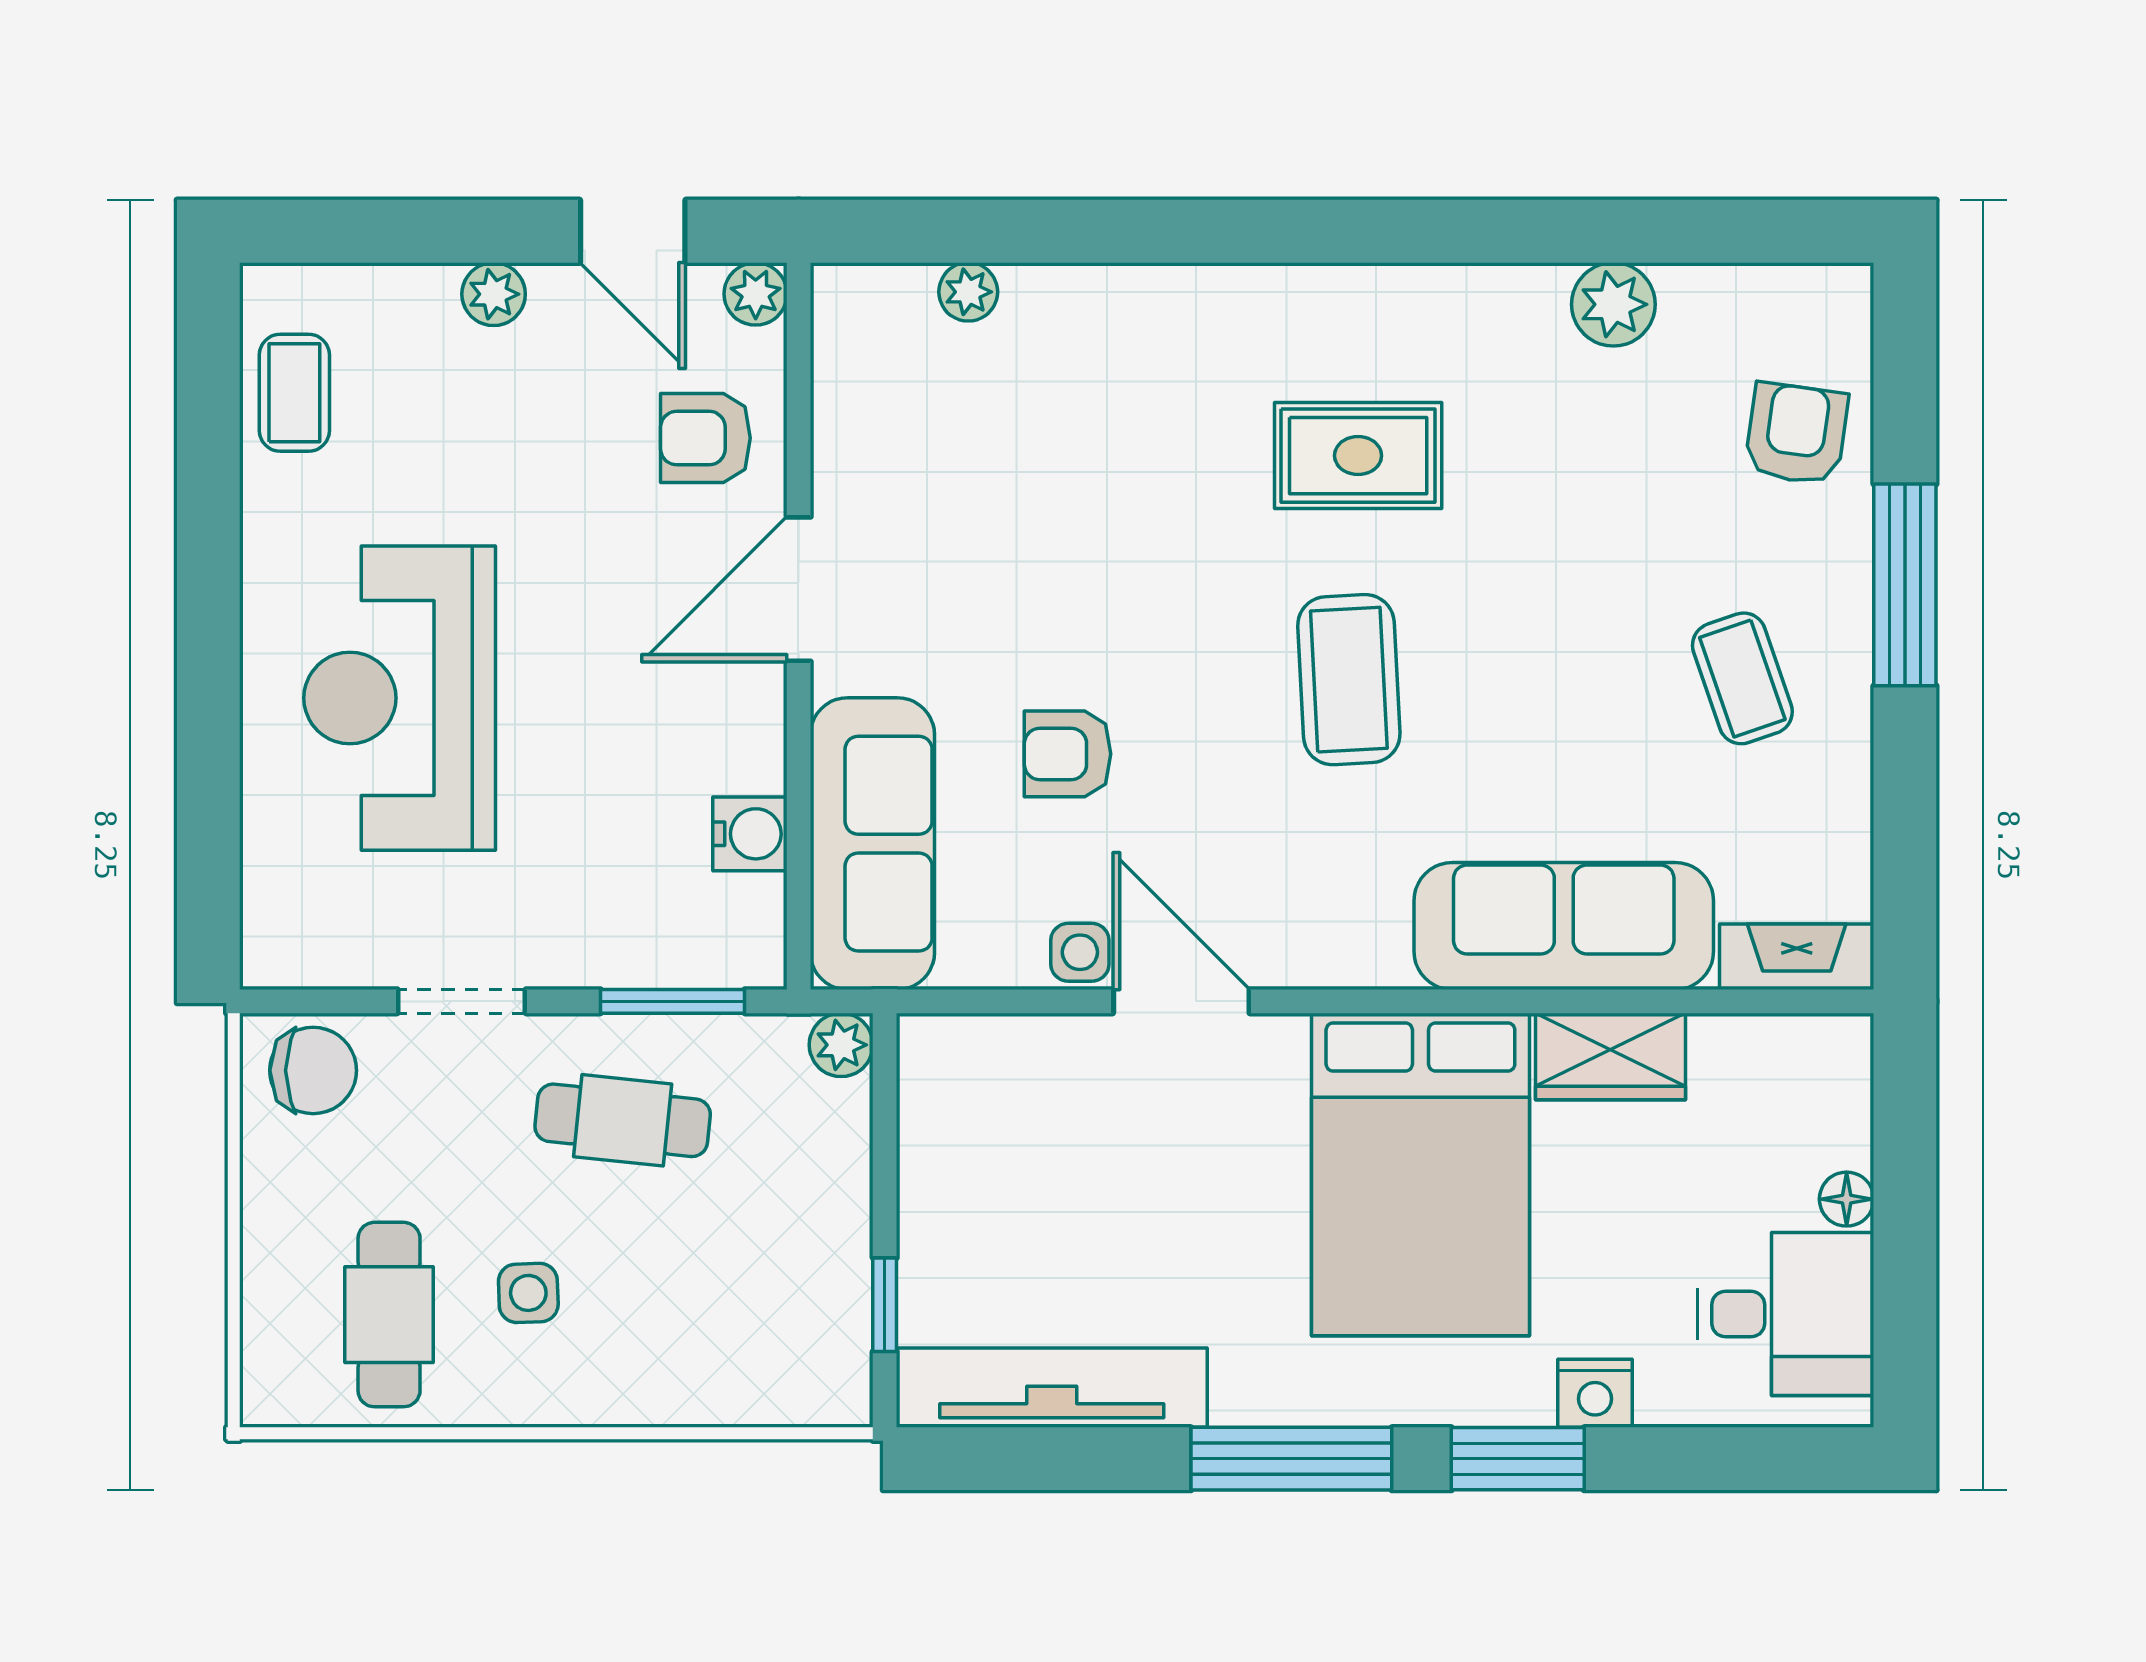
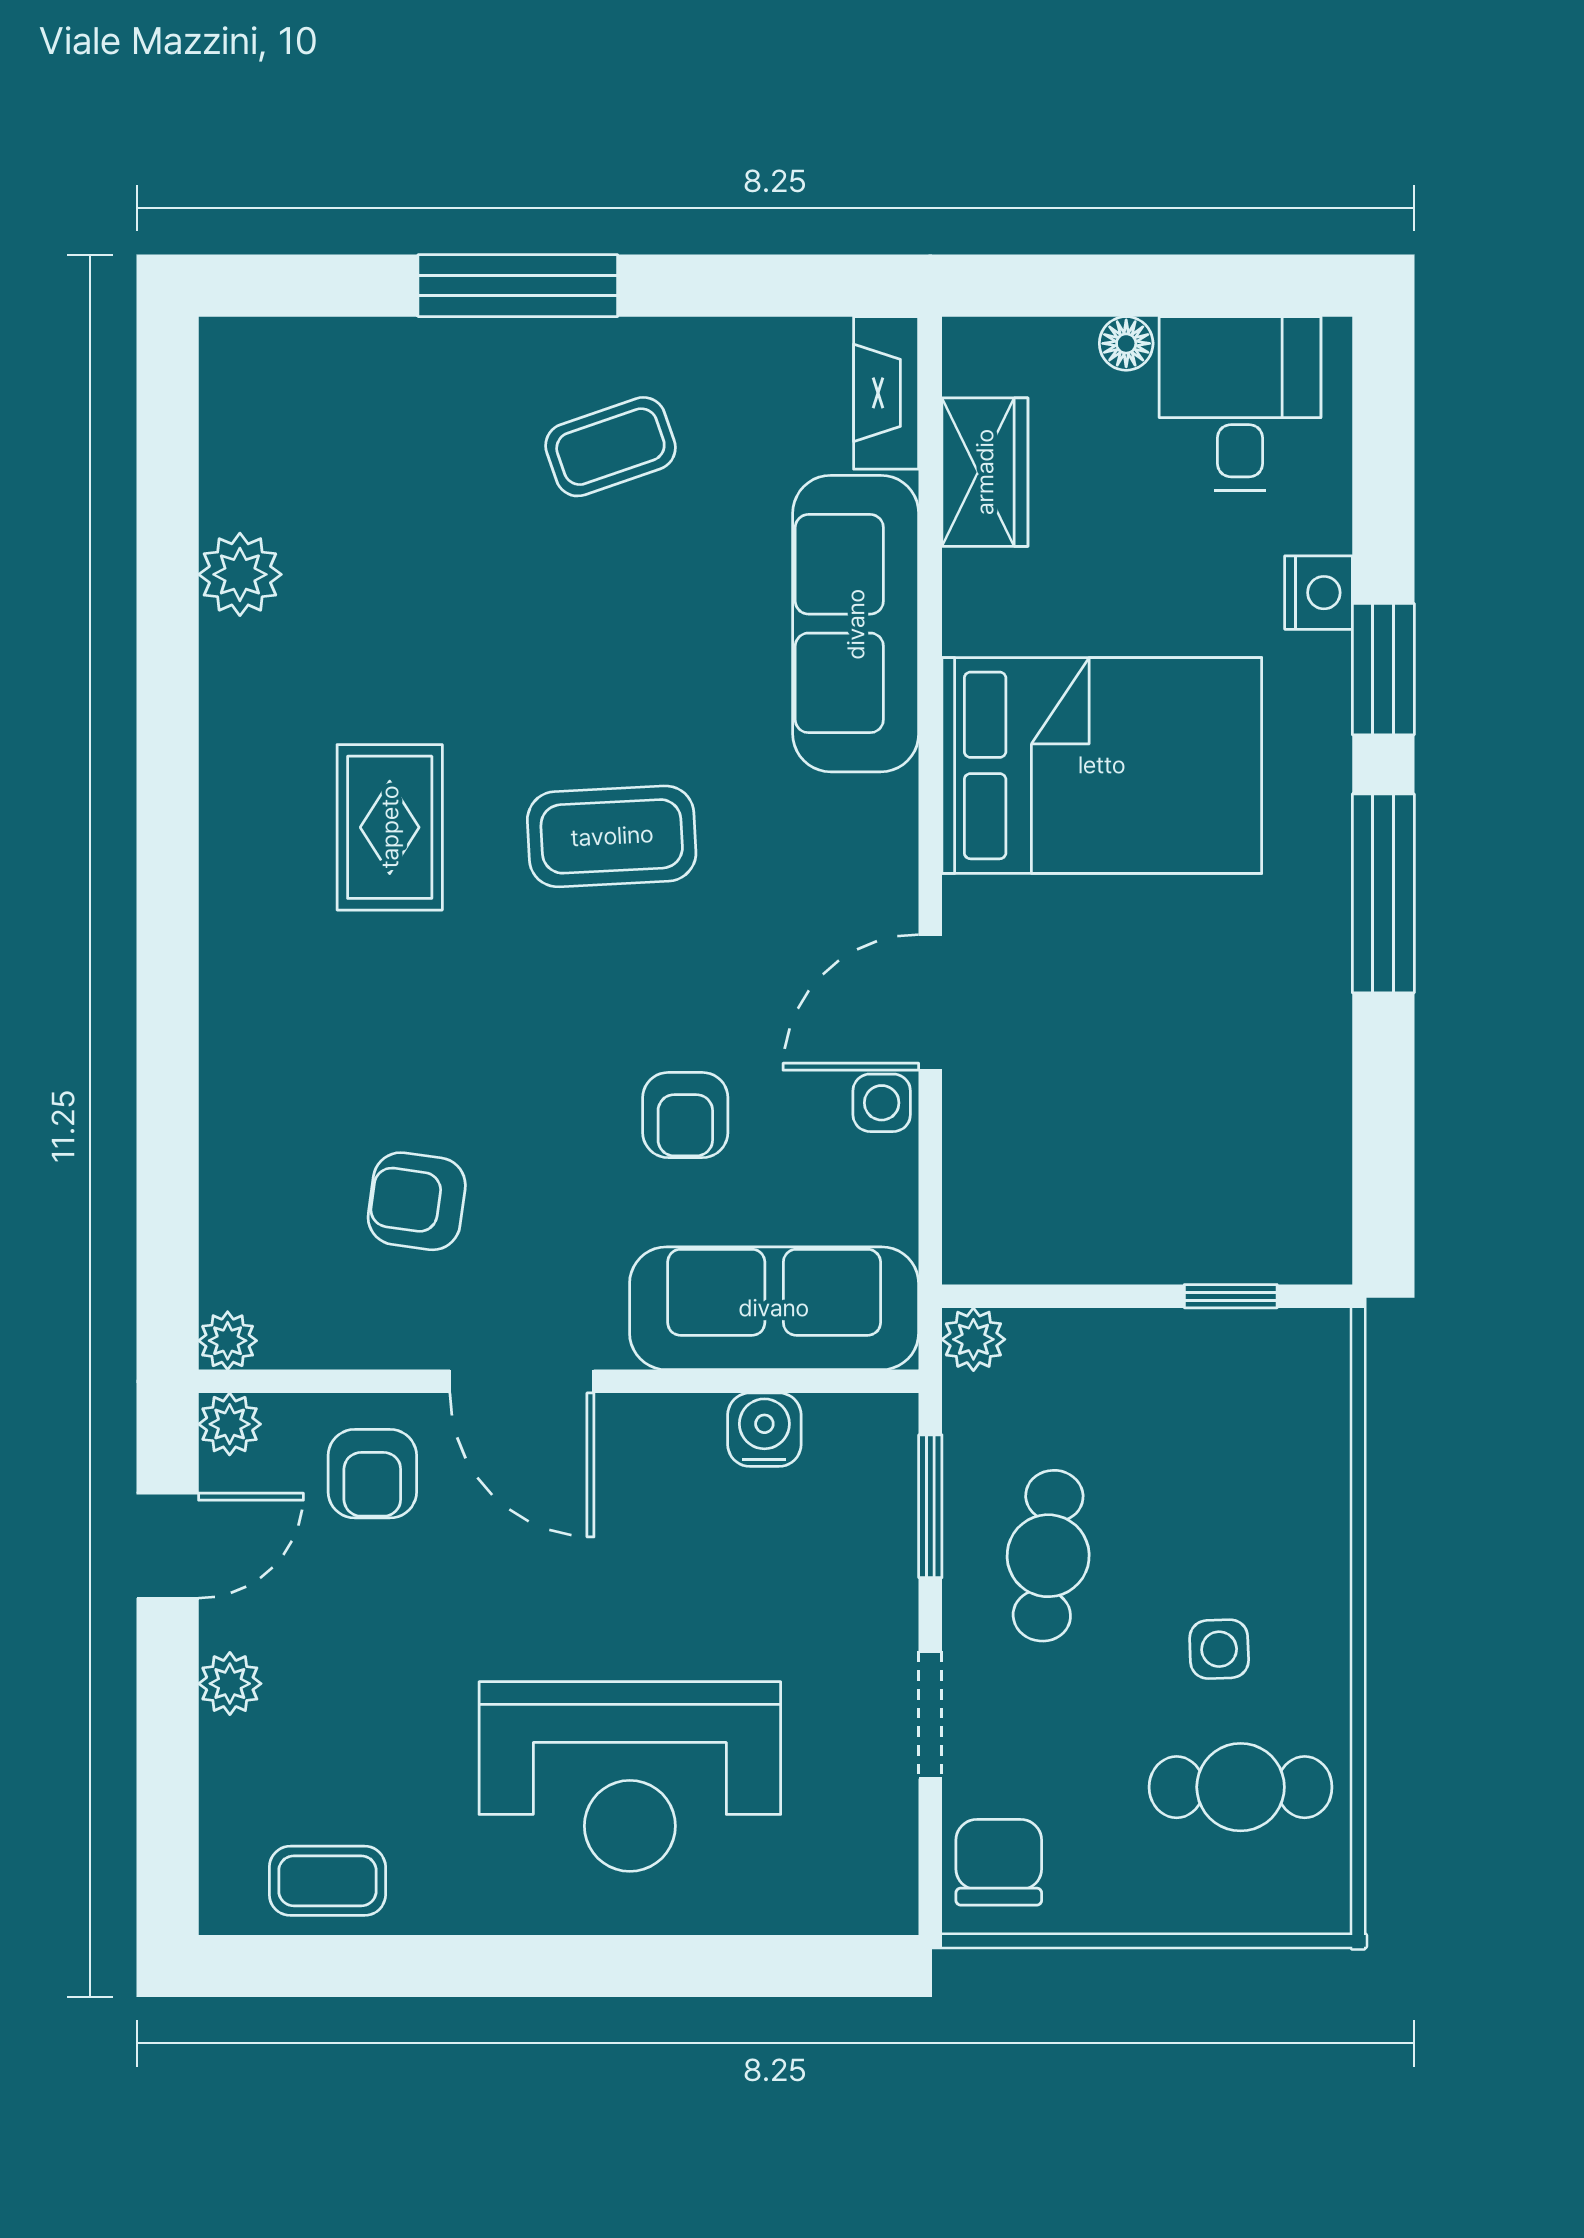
plant: (968, 292) -> (228, 1341), moved
armchair: (1796, 434) -> (417, 1201), moved
wardrobe: (1611, 1057) -> (985, 472), moved
tv unit: (1052, 1388) -> (1313, 1131), removed

